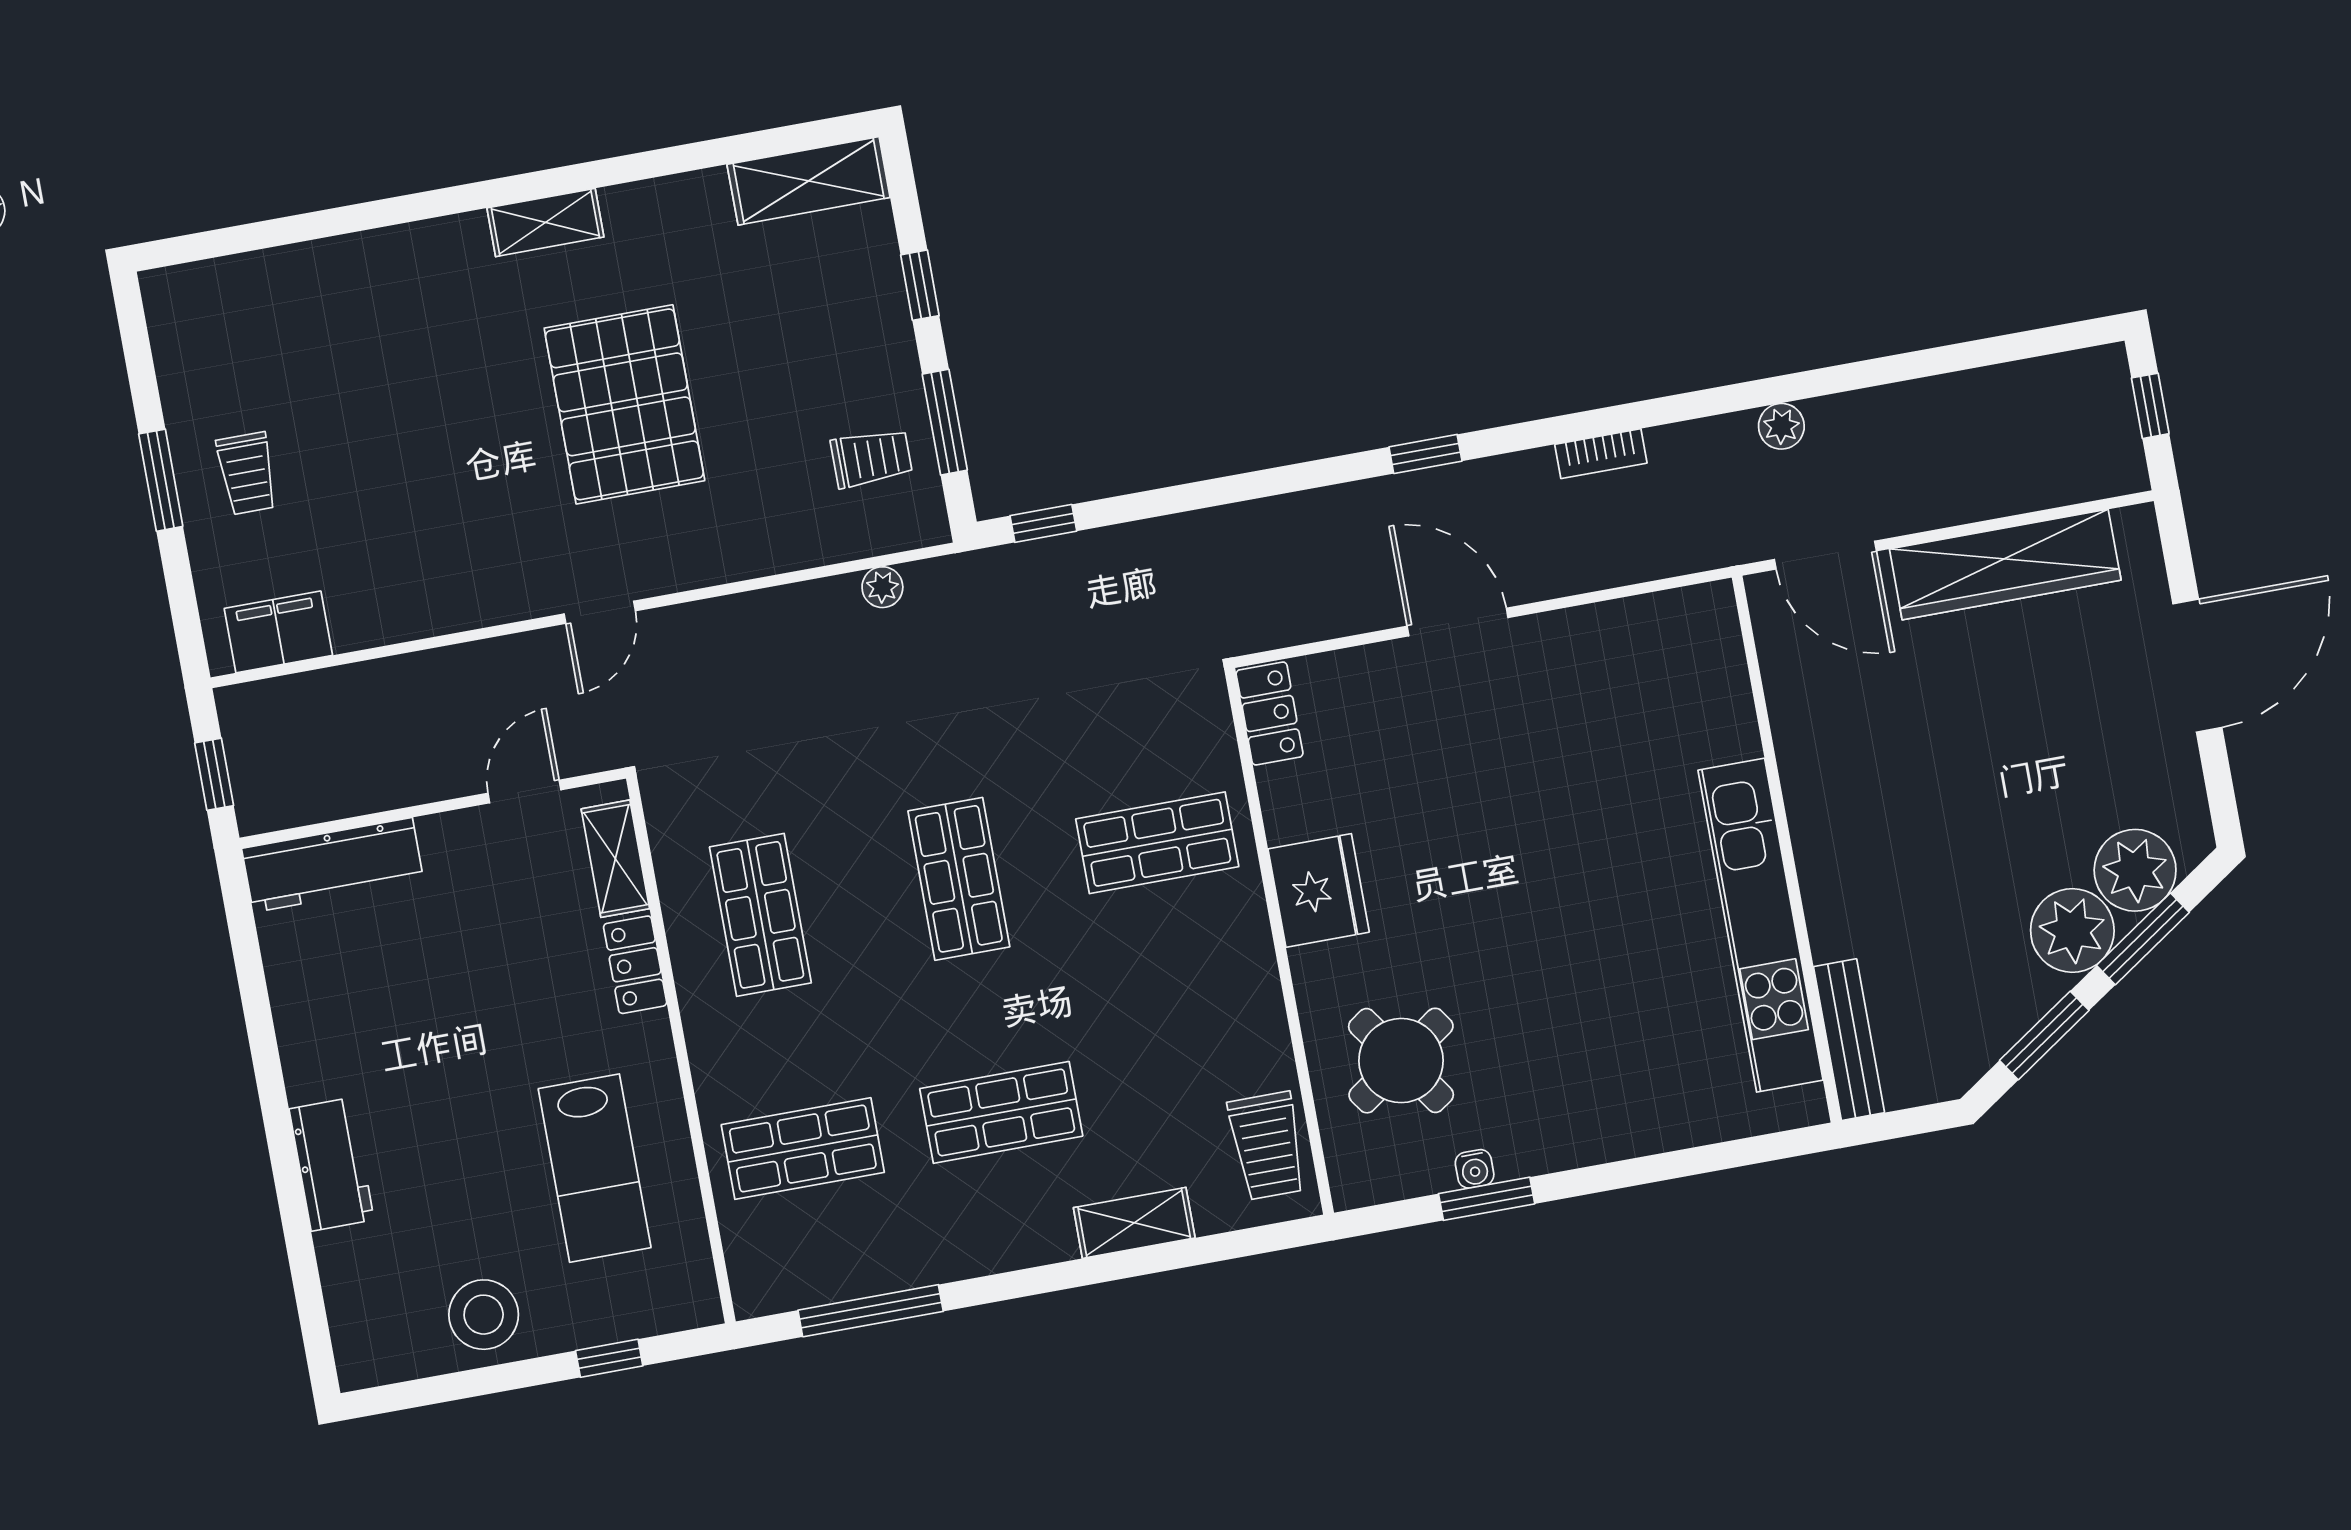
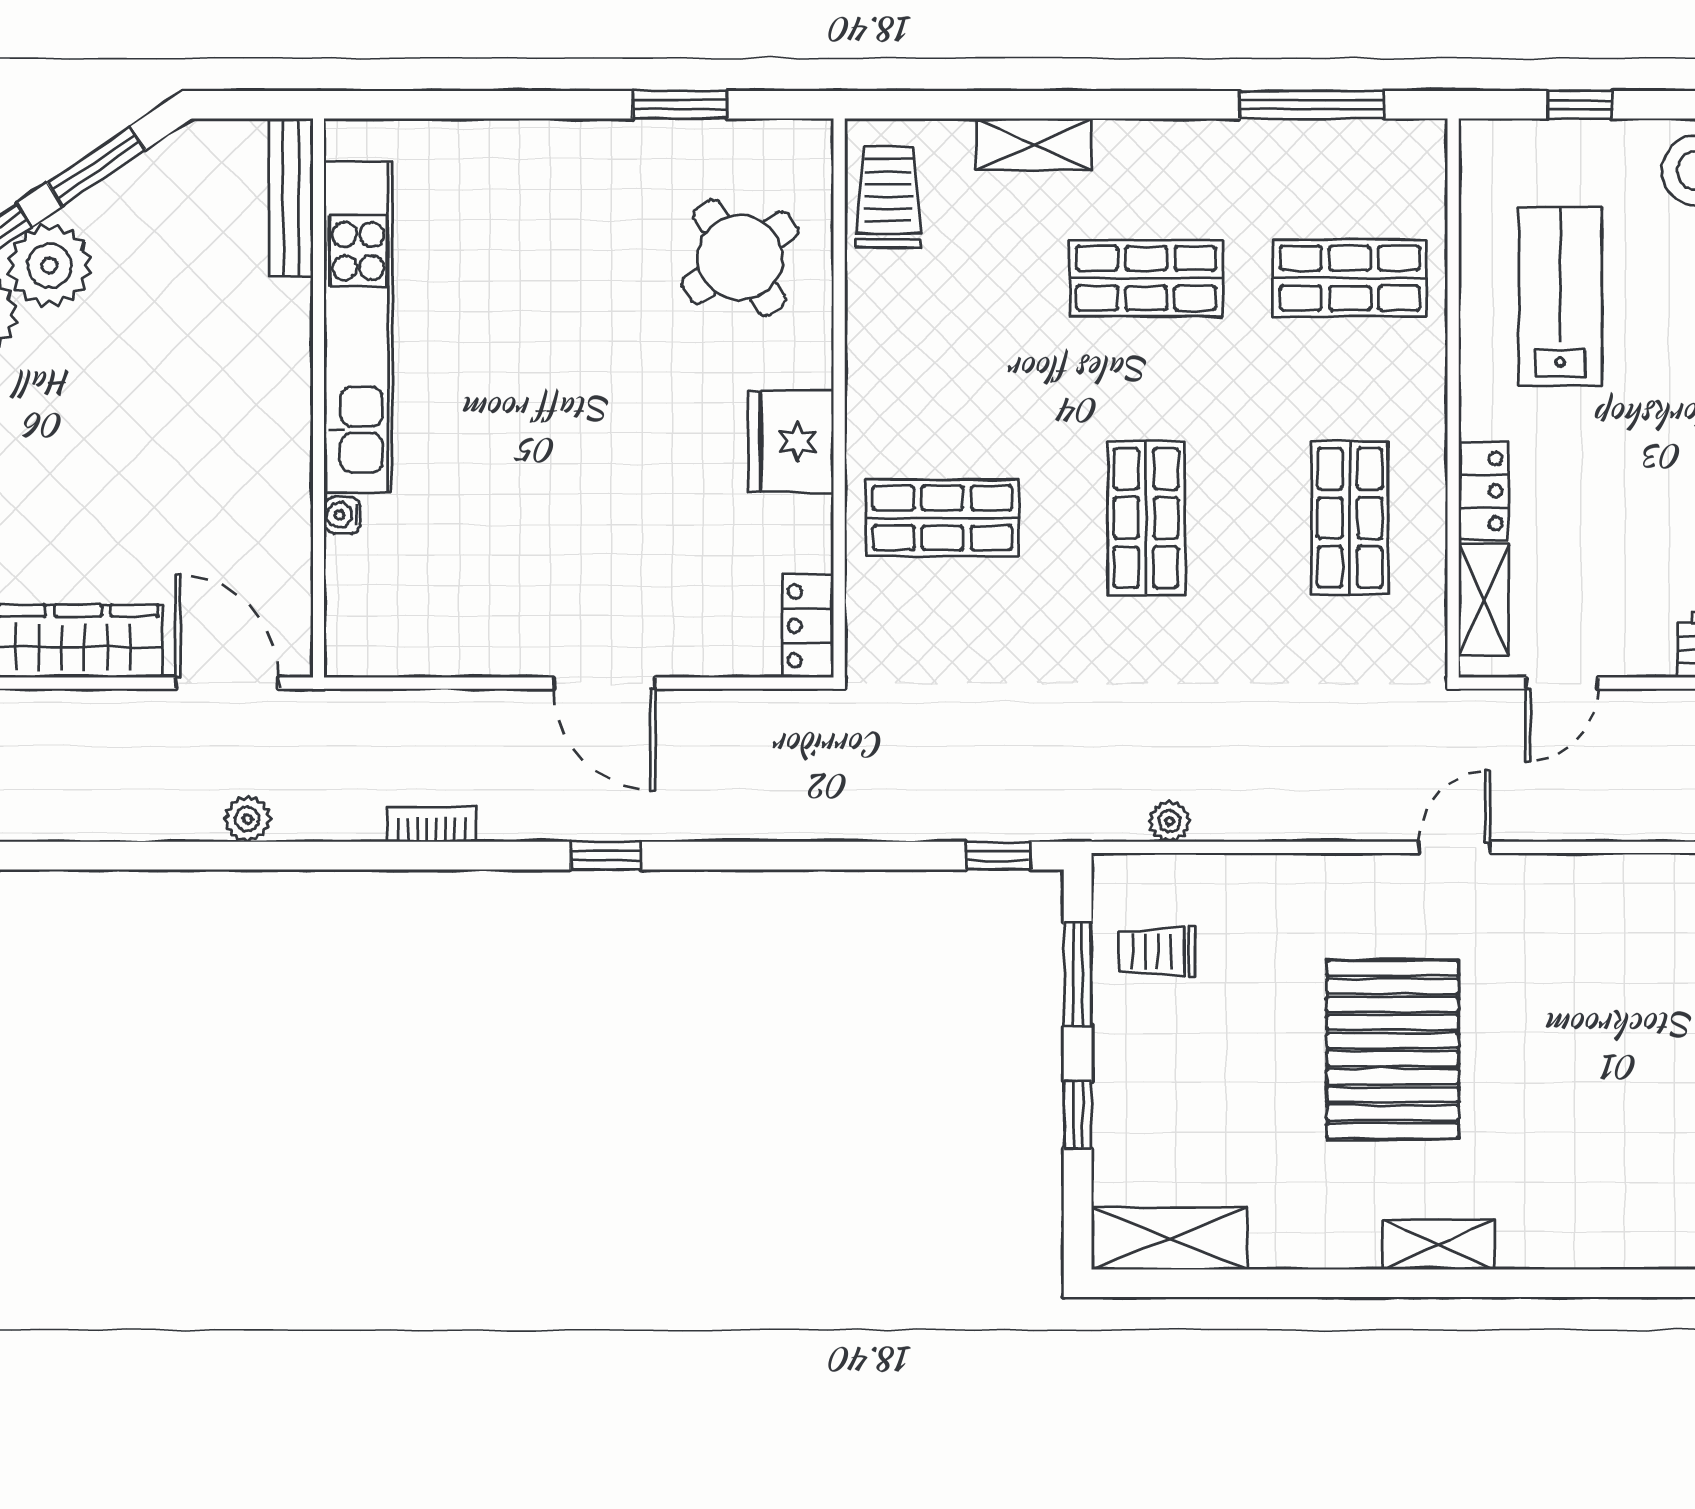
water cooler: (1475, 1169) -> (342, 515), moved, turned -90

